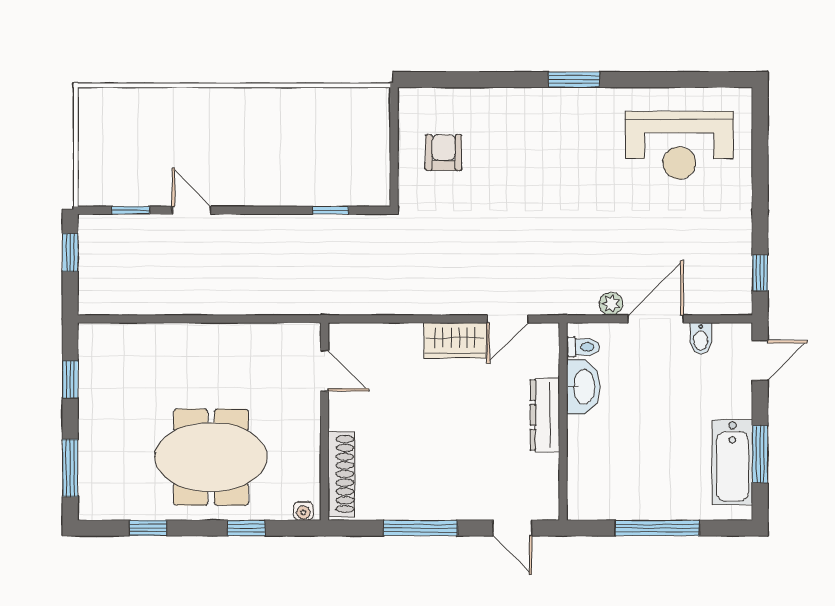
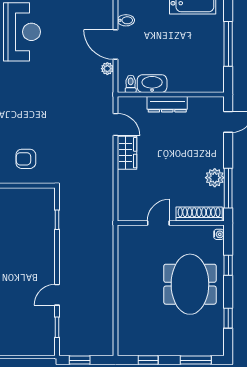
door: (325, 371) -> (158, 223), moved
plant: (409, 503) -> (215, 178), added
window: (420, 528) -> (228, 188), moved

